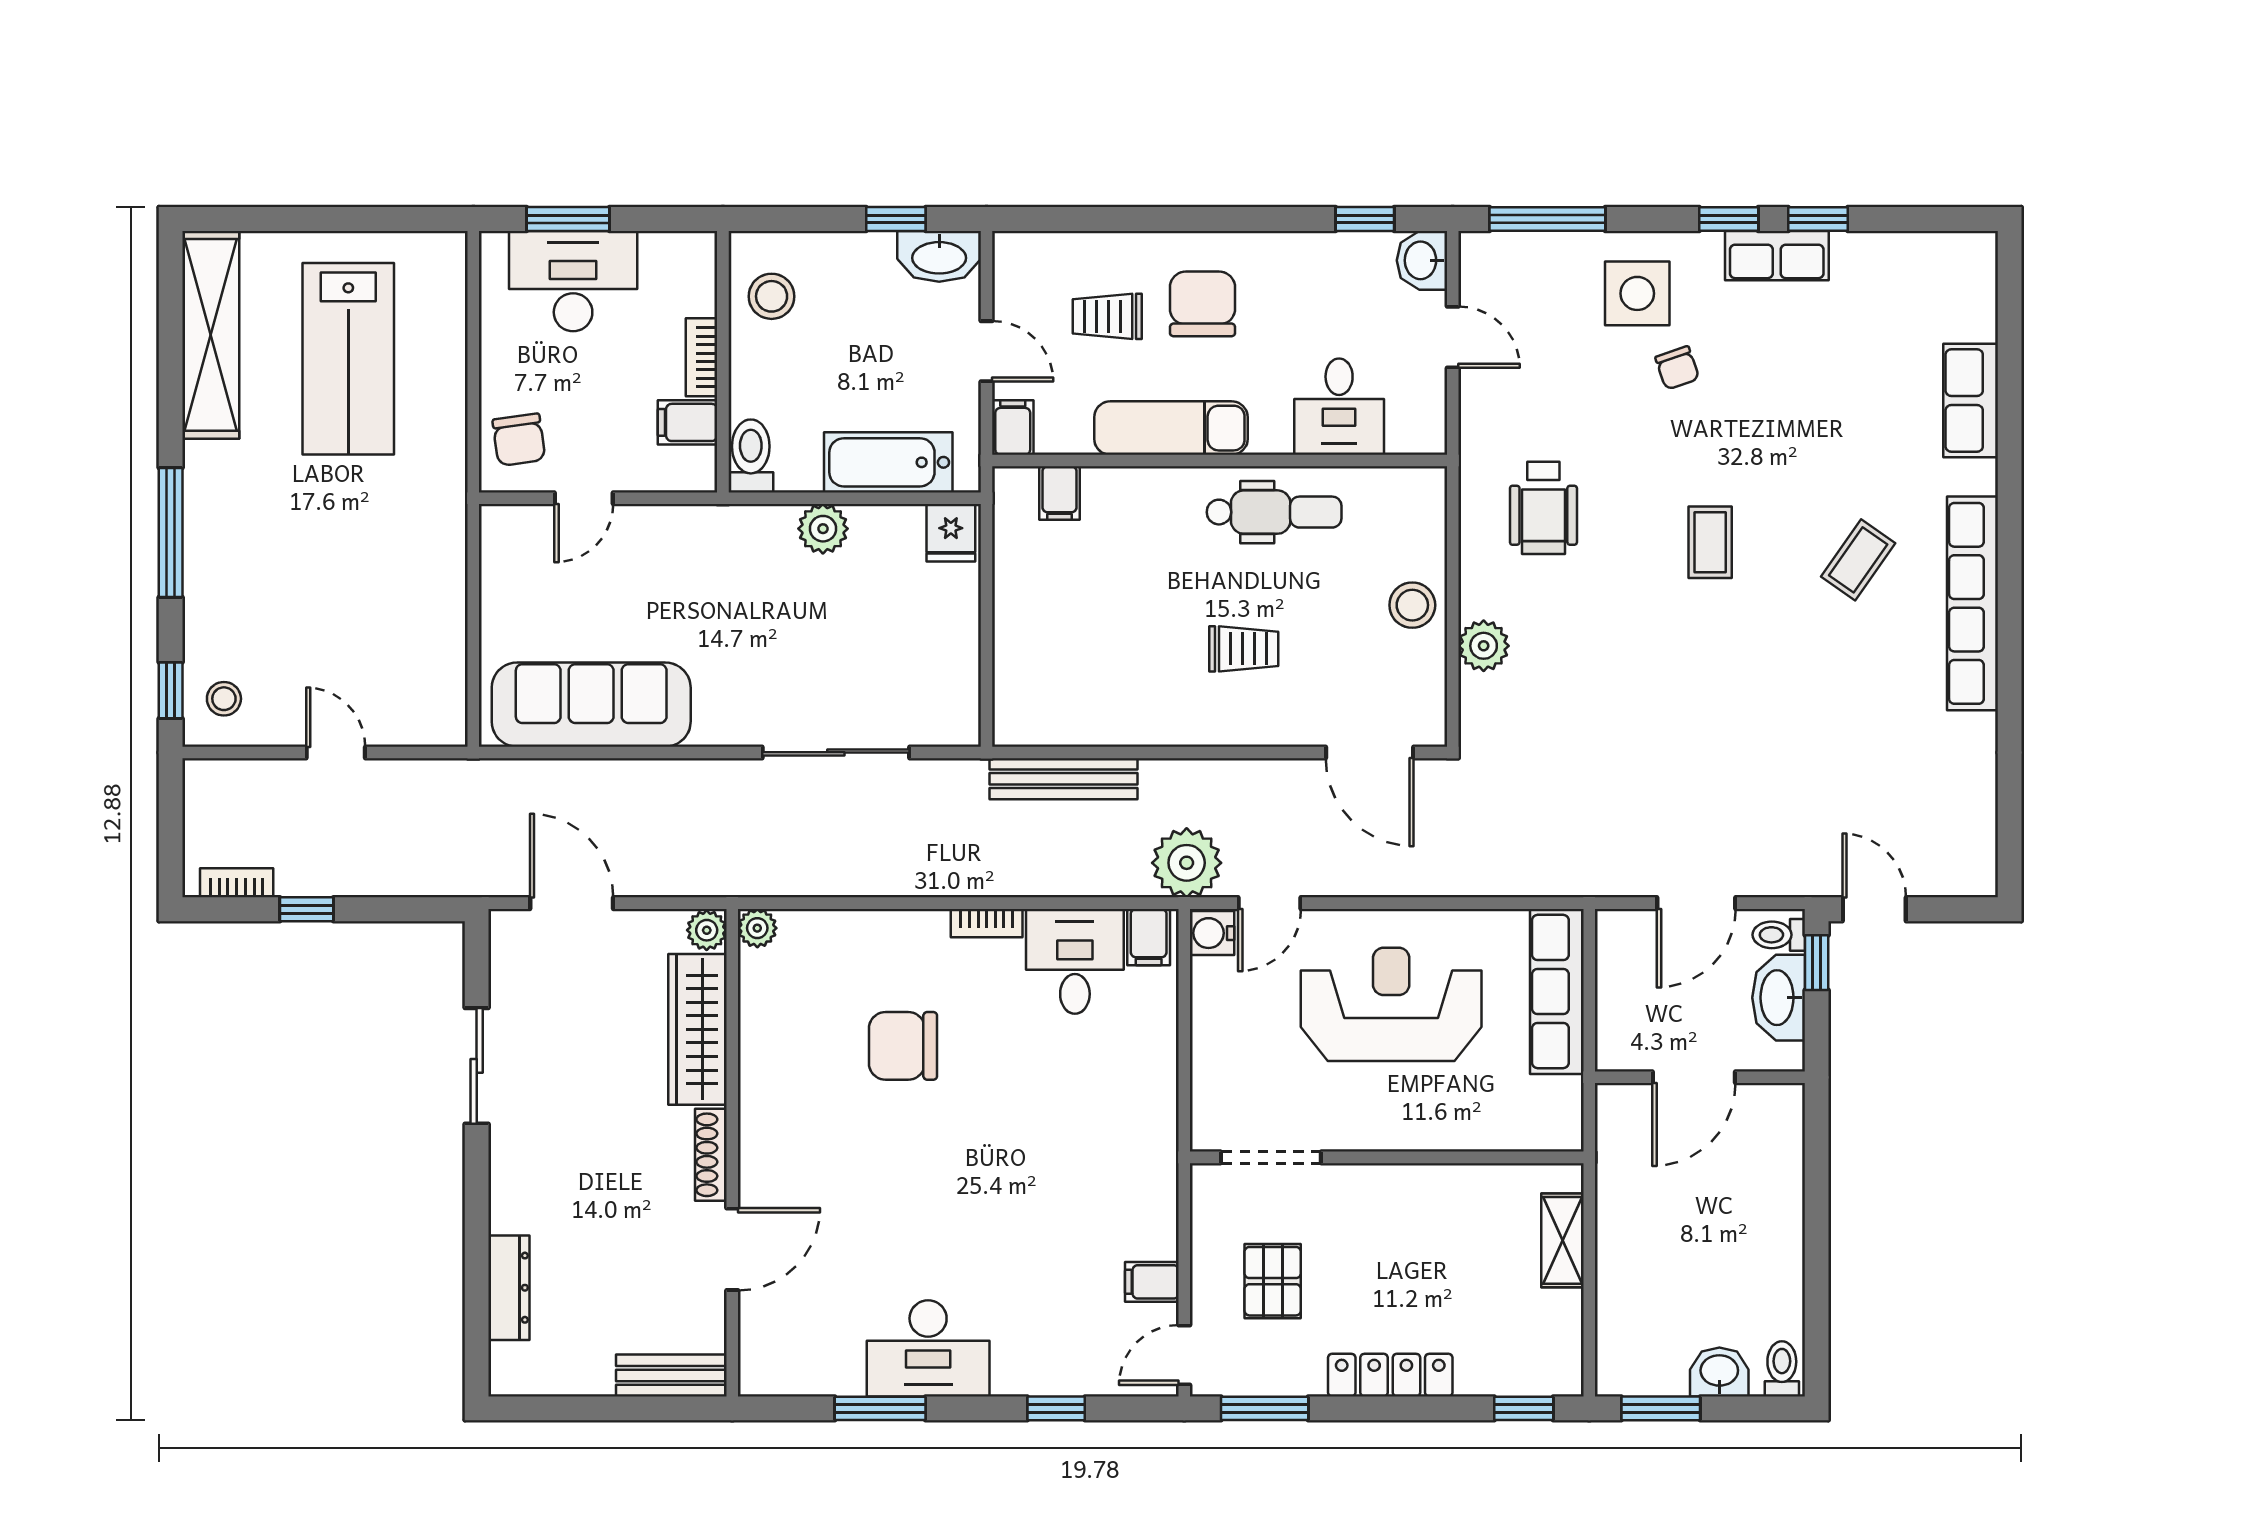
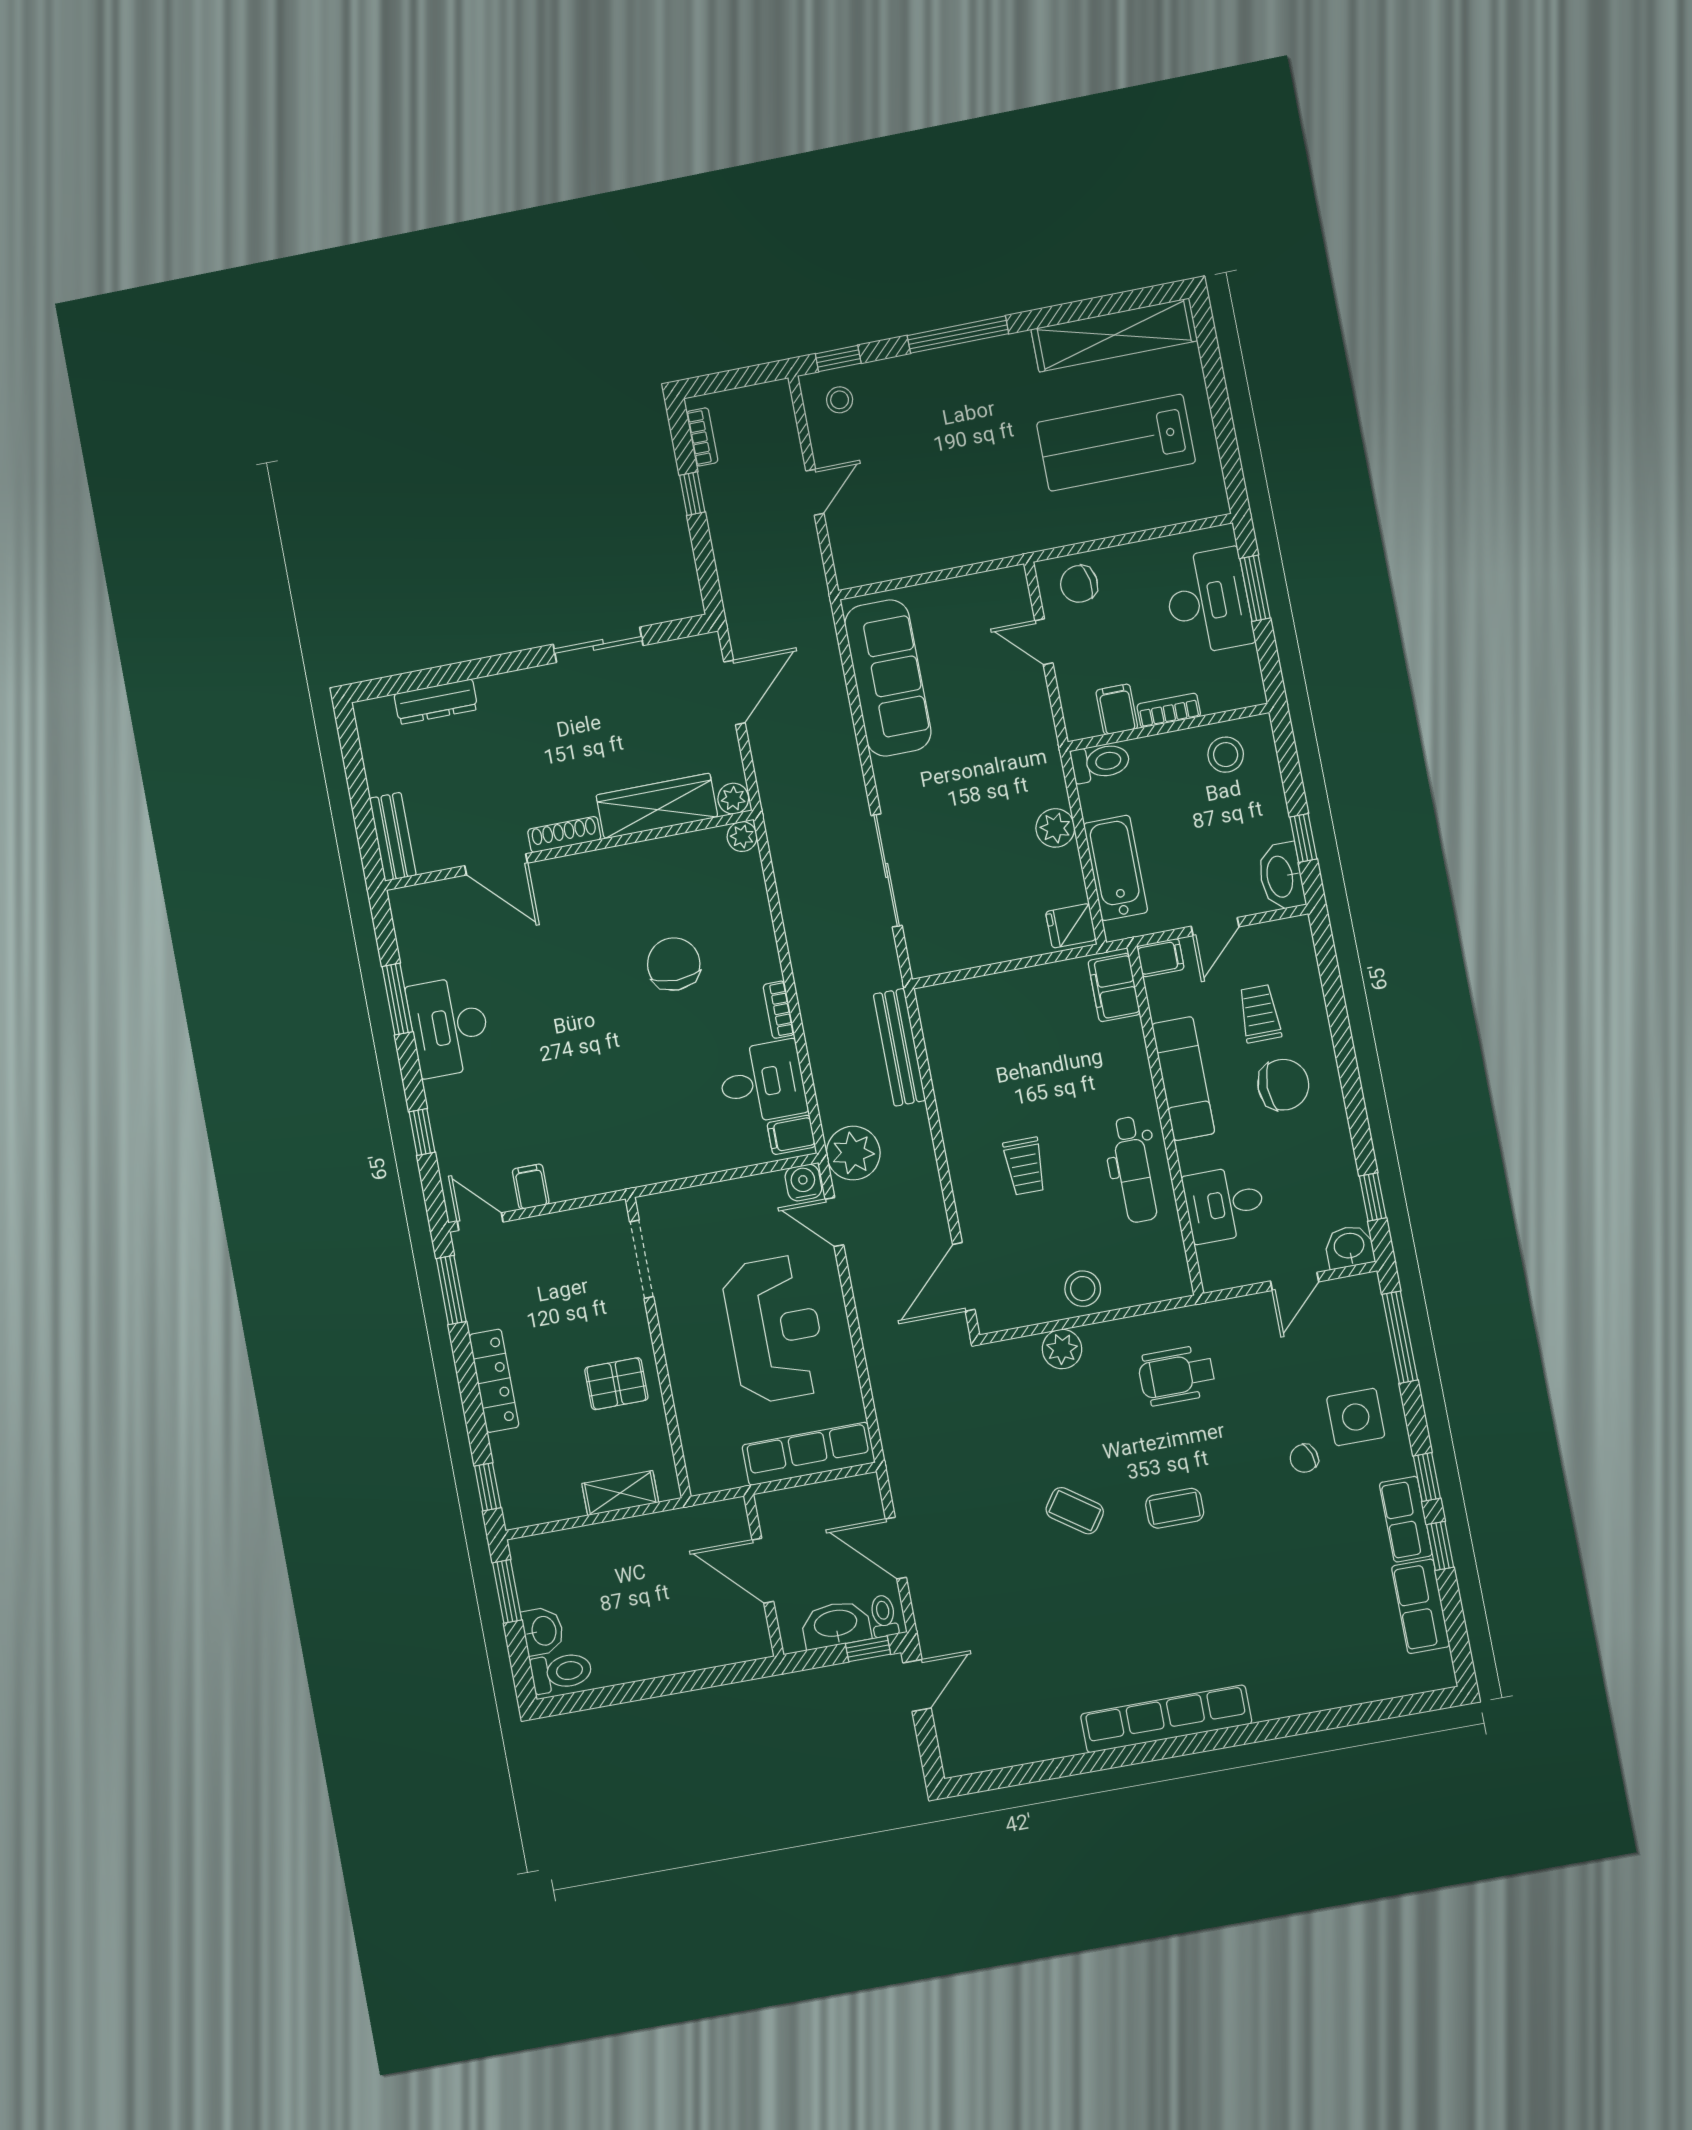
row of seats: (1971, 400) -> (1421, 1606), moved, turned -90
filing cabinet: (1060, 493) -> (1114, 987), width x2.00
coffee table: (1858, 560) -> (1075, 1511), moved
pallet: (1273, 1281) -> (616, 1384), moved
toilet: (1782, 1369) -> (561, 1672), width x1.37, depth x1.39

